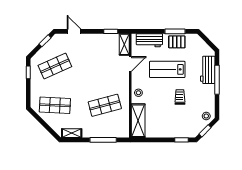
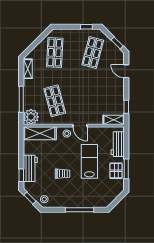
door: (74, 31) -> (126, 71), swing flipped
door: (130, 64) -> (80, 126), moved
shop shelf: (55, 66) -> (93, 53), turned 39
workbench: (208, 70) -> (30, 168), moved, turned 90
plant: (121, 130) -> (31, 117), added

